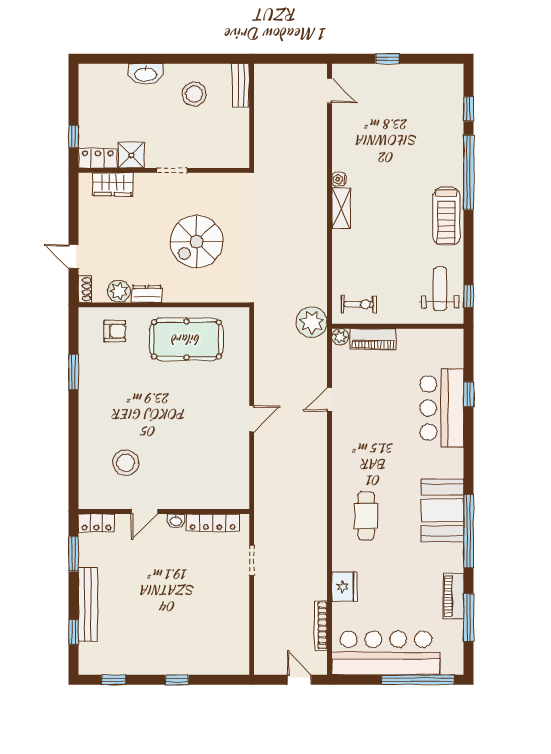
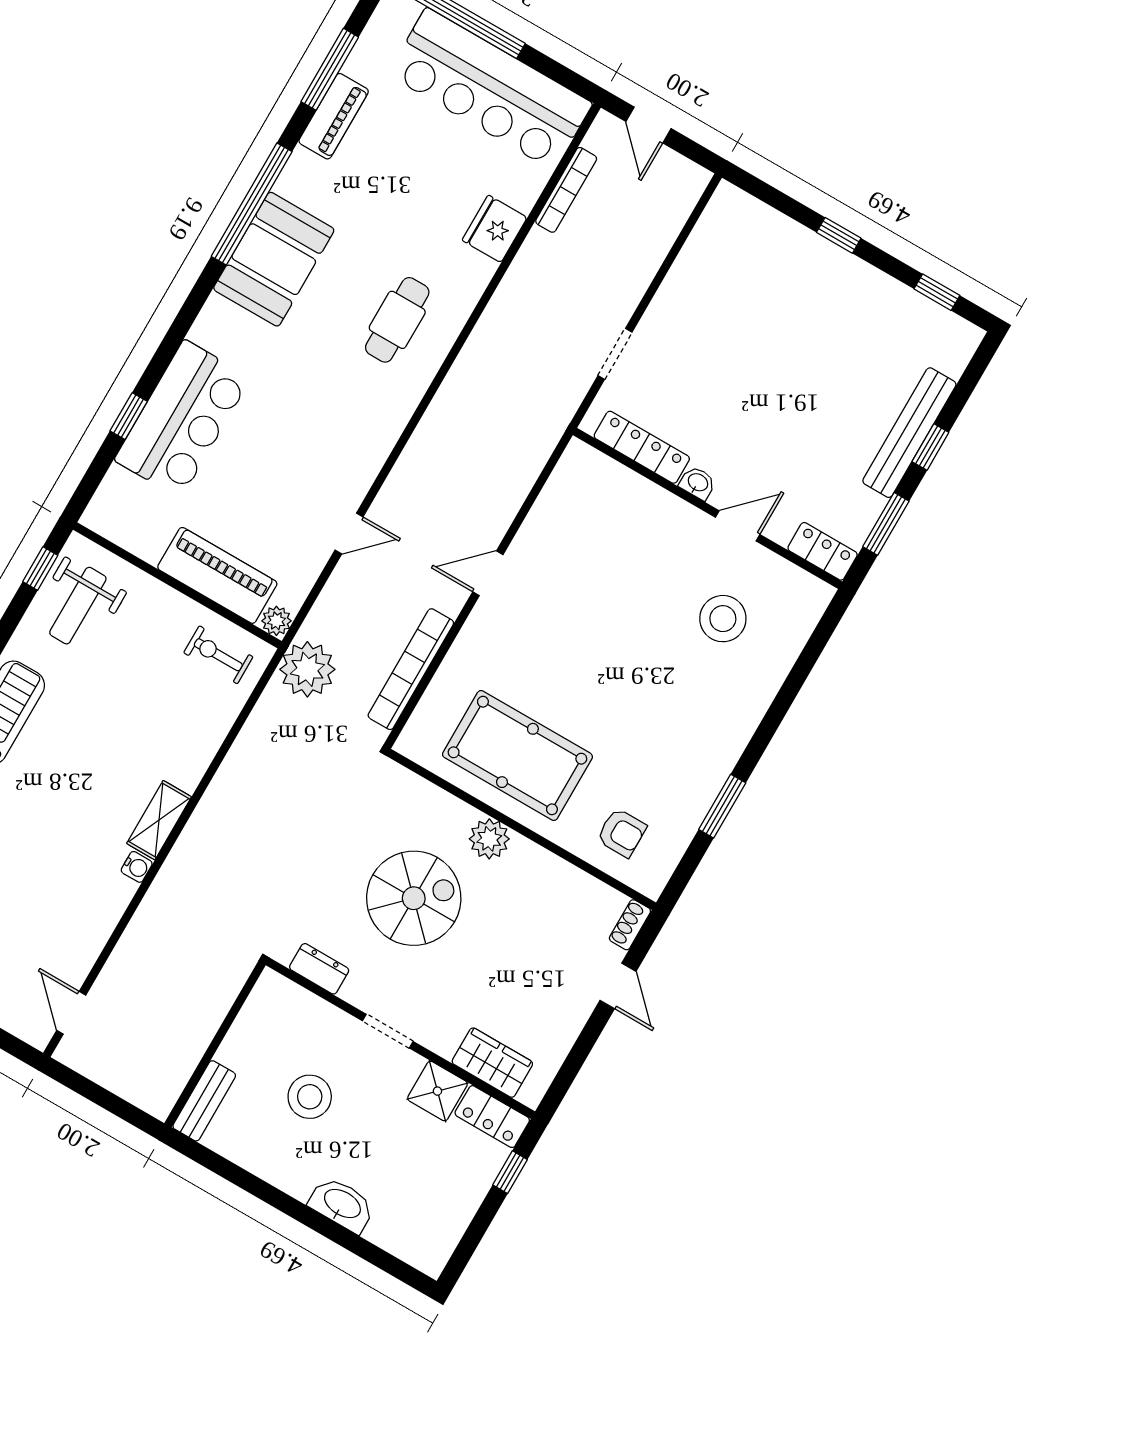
stool: (194, 94) -> (310, 1097), moved
plant: (119, 291) -> (489, 839), moved
dresser: (147, 294) -> (319, 969), moved, turned 180
armchair: (115, 331) -> (622, 833), turned 180
piano: (373, 339) -> (217, 575), width x1.37, depth x1.33
bookcase: (262, 351) -> (411, 669), added
window: (74, 632) -> (930, 447), moved

